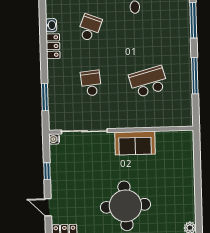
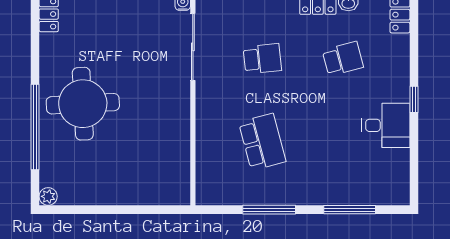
school desk: (90, 28) -> (343, 59), turned -36
sofa: (135, 143) -> (174, 120), removed

